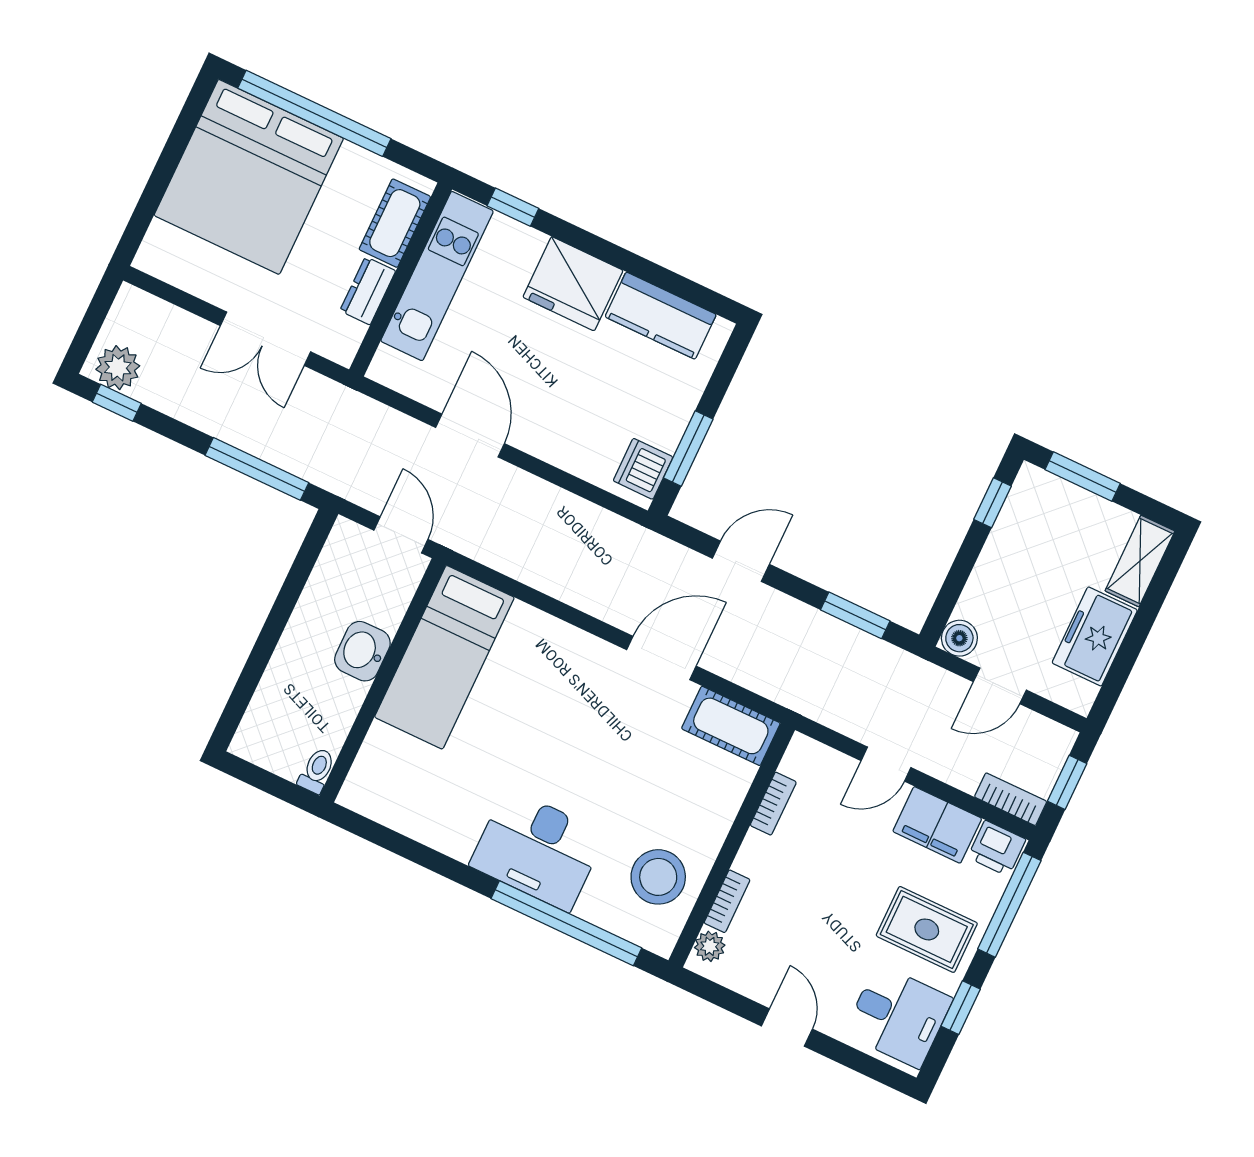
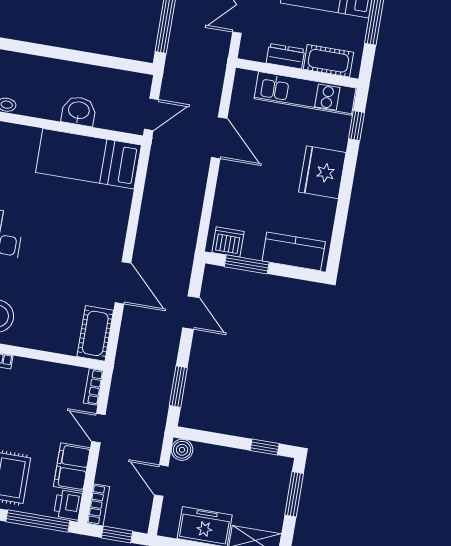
kitchen counter: (661, 316) -> (294, 251), moved, turned 90
door: (470, 435) -> (219, 138), hinge flipped
bookcase: (773, 804) -> (93, 387), moved, turned 90

